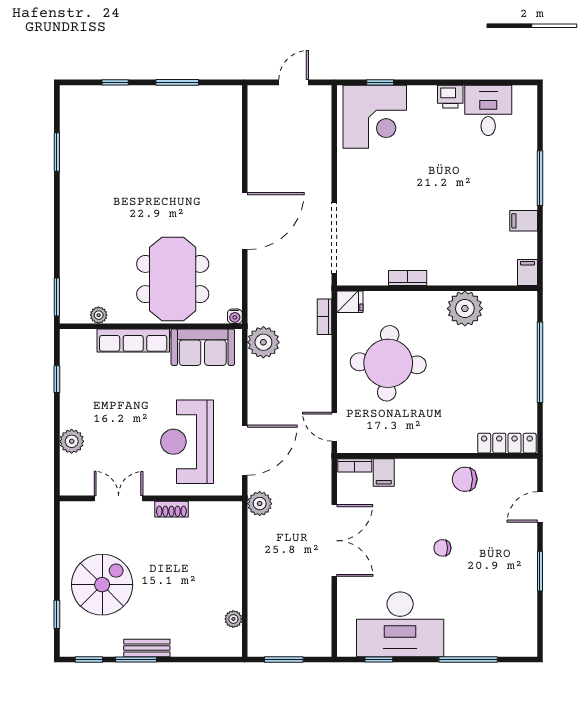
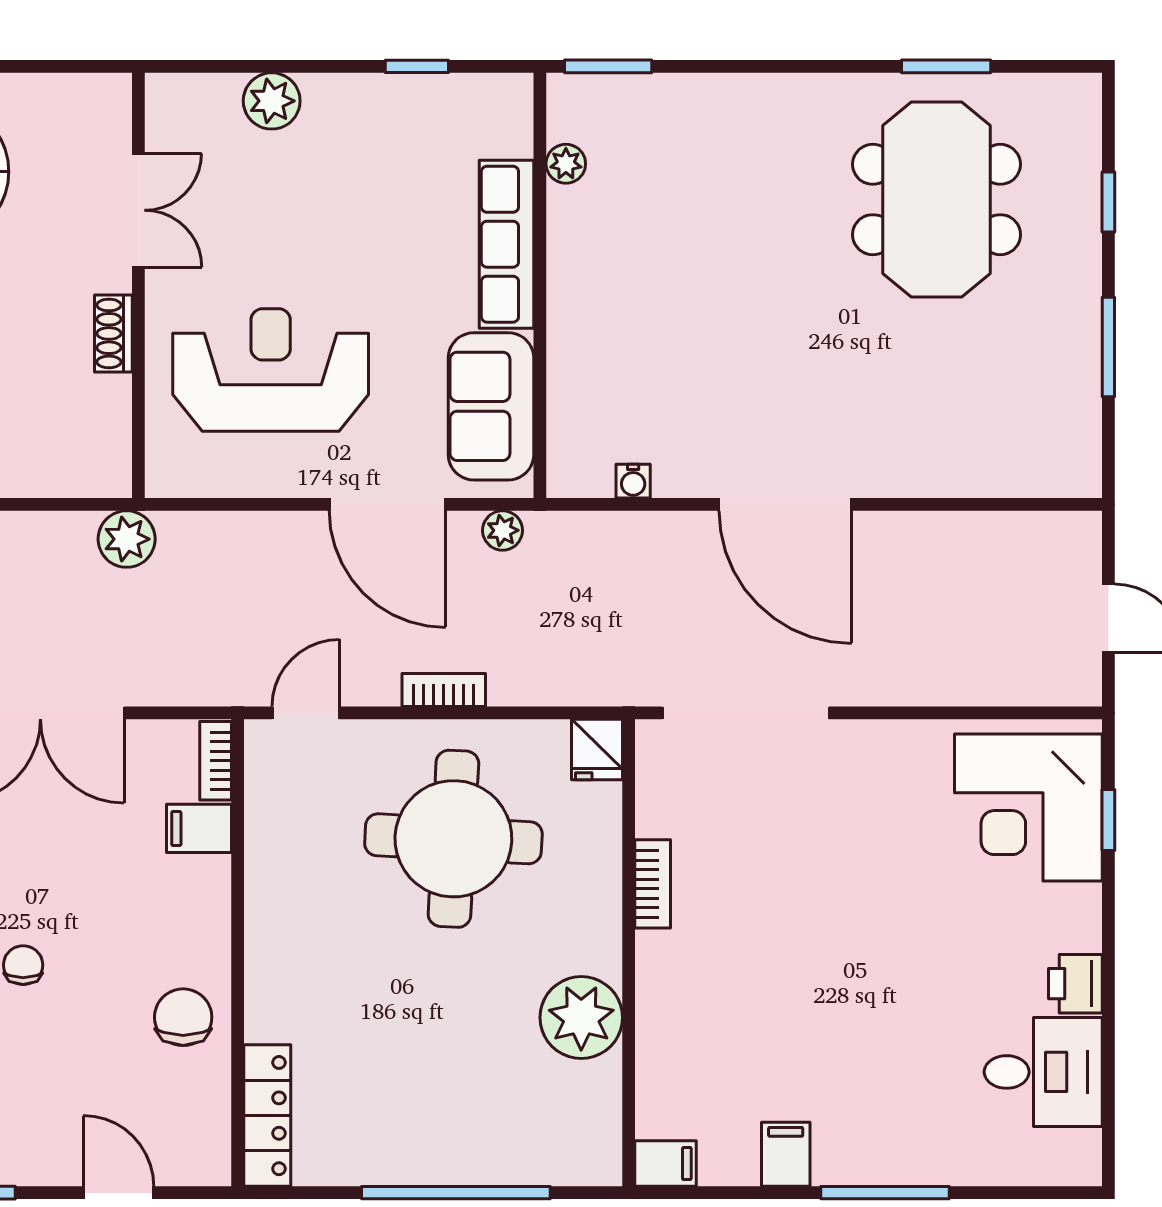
meeting table: (173, 279) -> (937, 199), moved, turned 90
water cooler: (235, 316) -> (633, 481), moved, turned -90
bookcase: (324, 317) -> (444, 690), moved
plant: (263, 342) -> (503, 530), width x0.53, depth x0.53
door: (245, 450) -> (387, 504), moved

